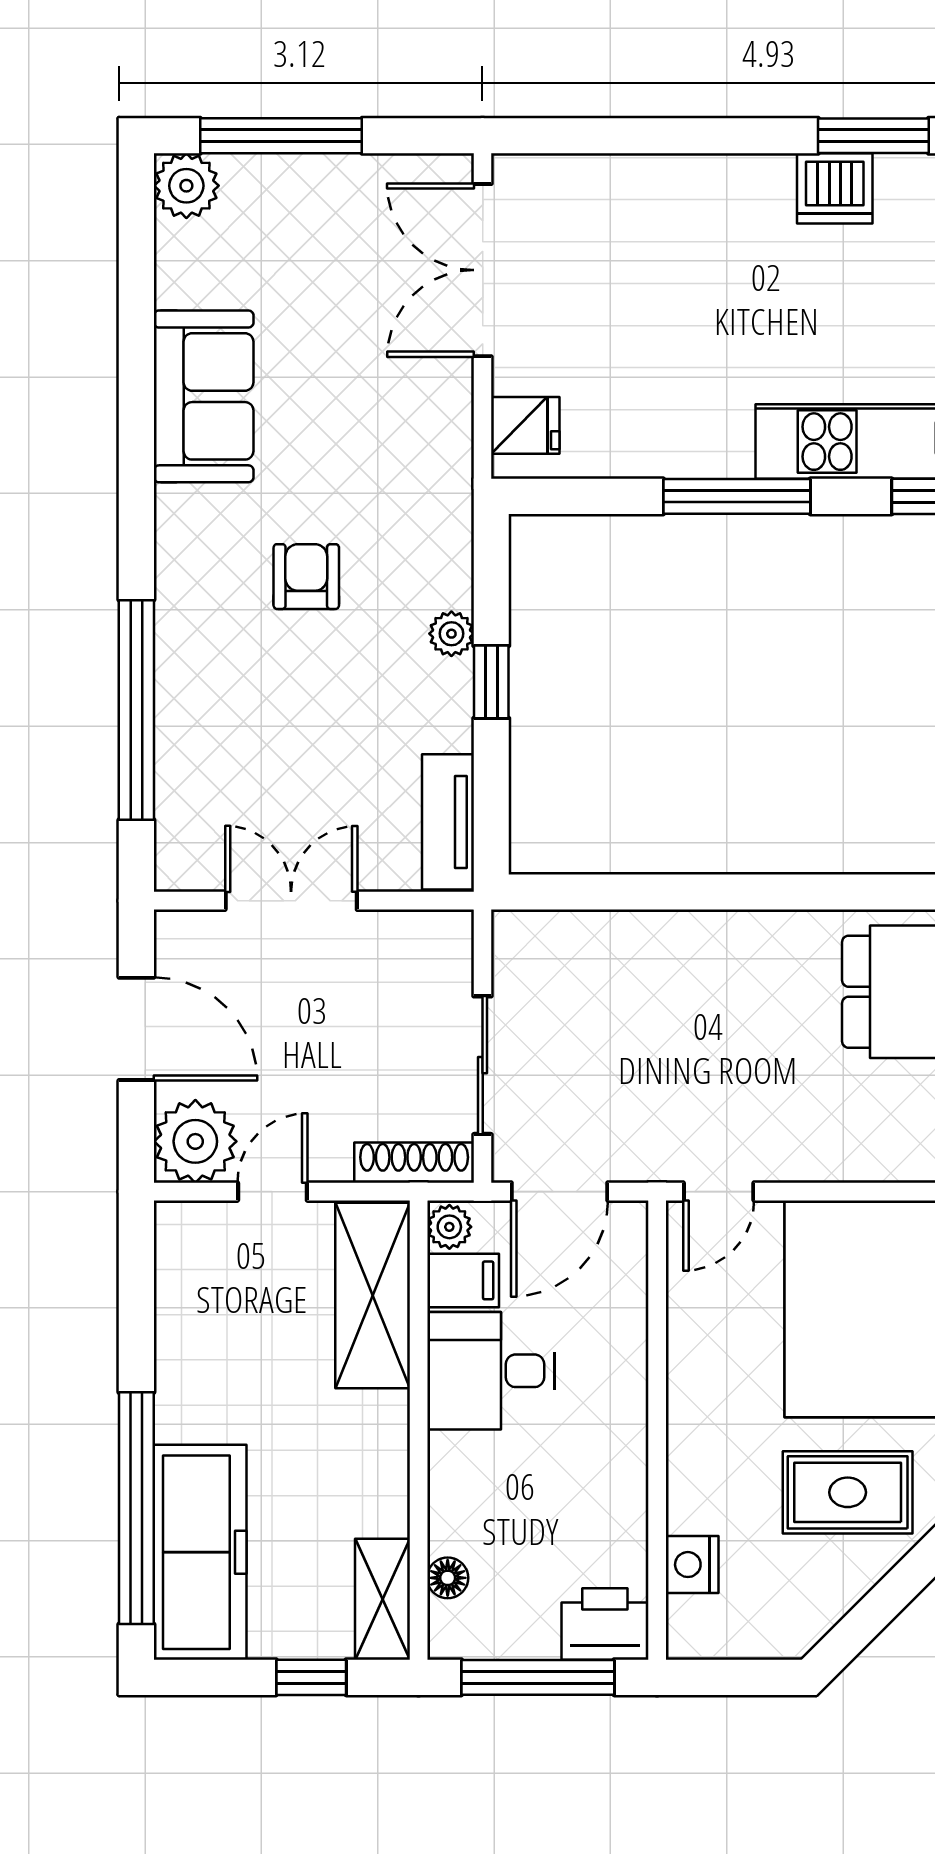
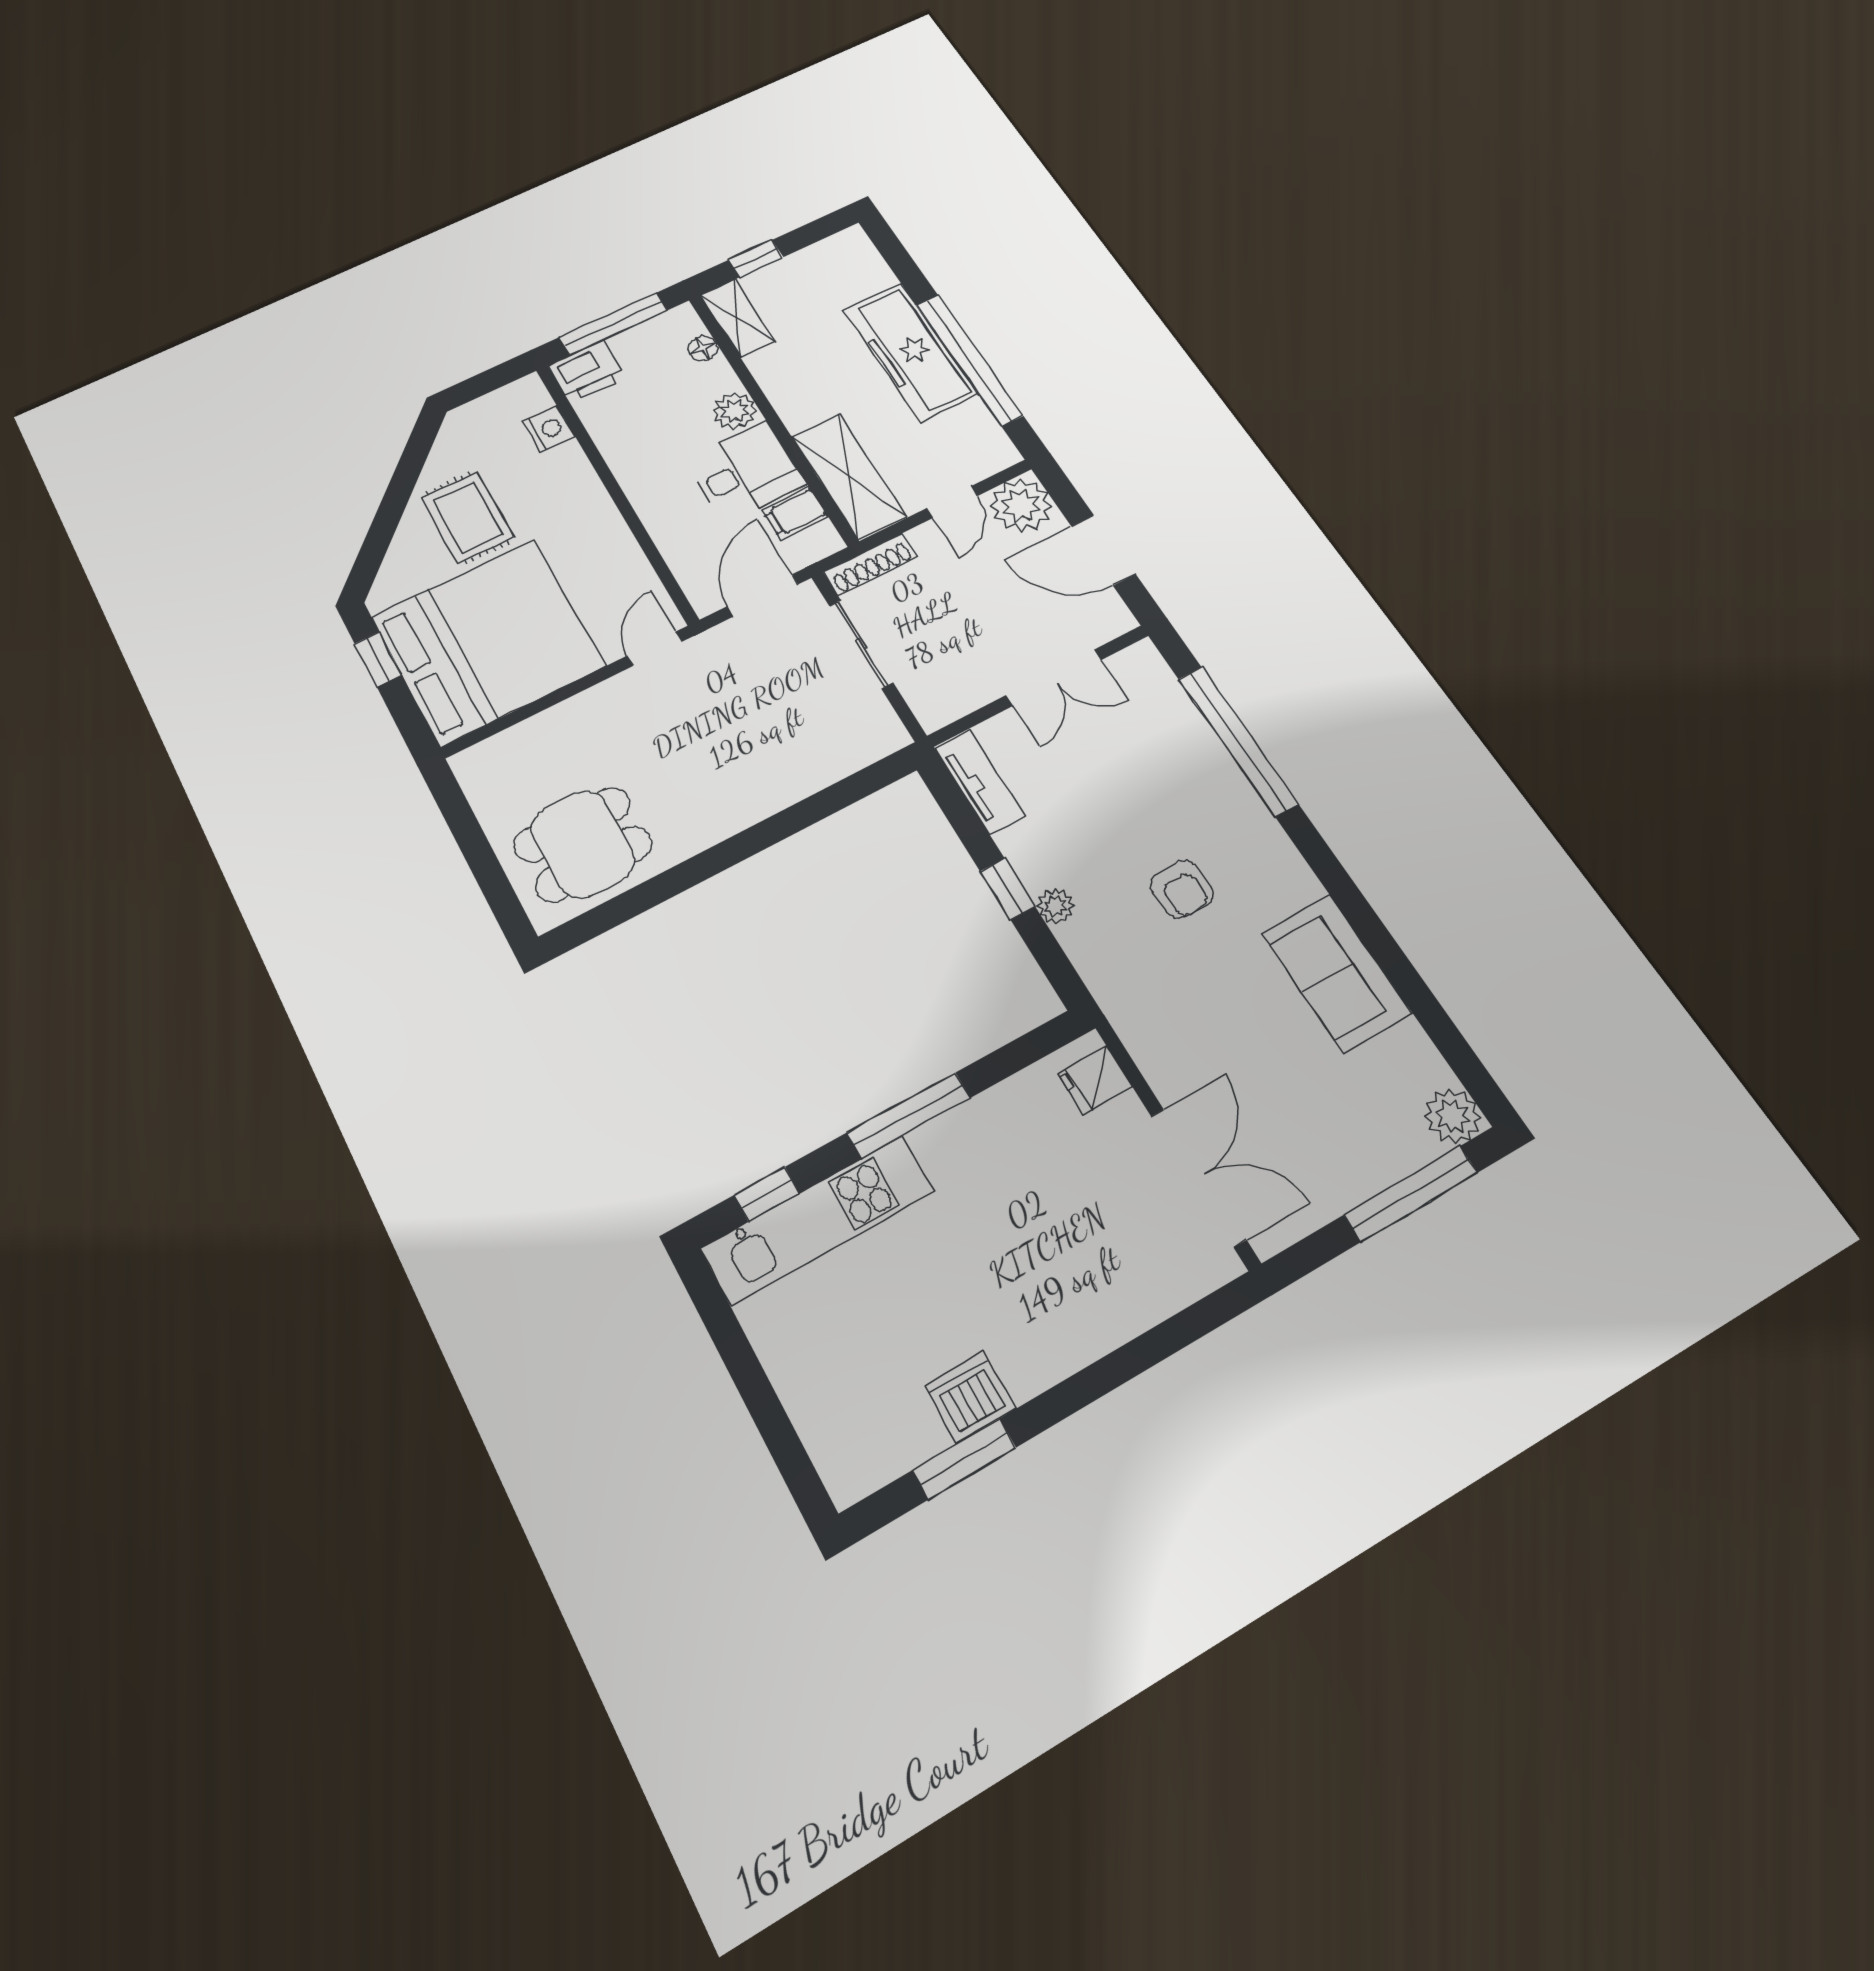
plant: (449, 1227) -> (735, 411), moved, width x1.38, depth x1.38
rug: (848, 1492) -> (467, 517), turned 90
window: (136, 1508) -> (969, 360), moved
freezer: (200, 1552) -> (910, 352), moved

